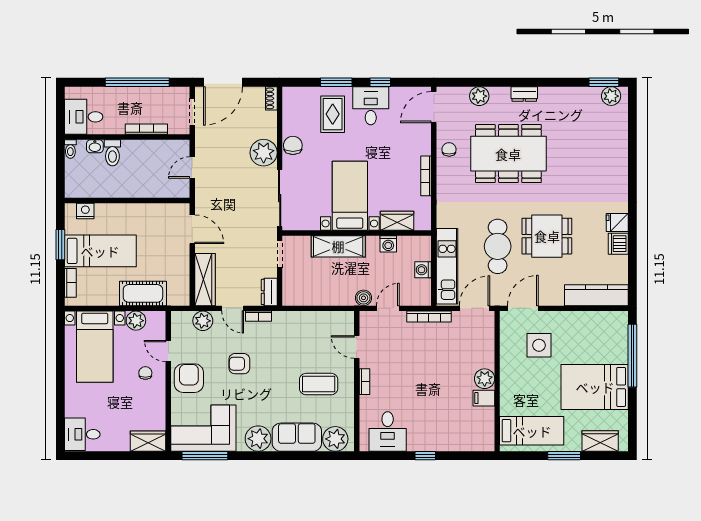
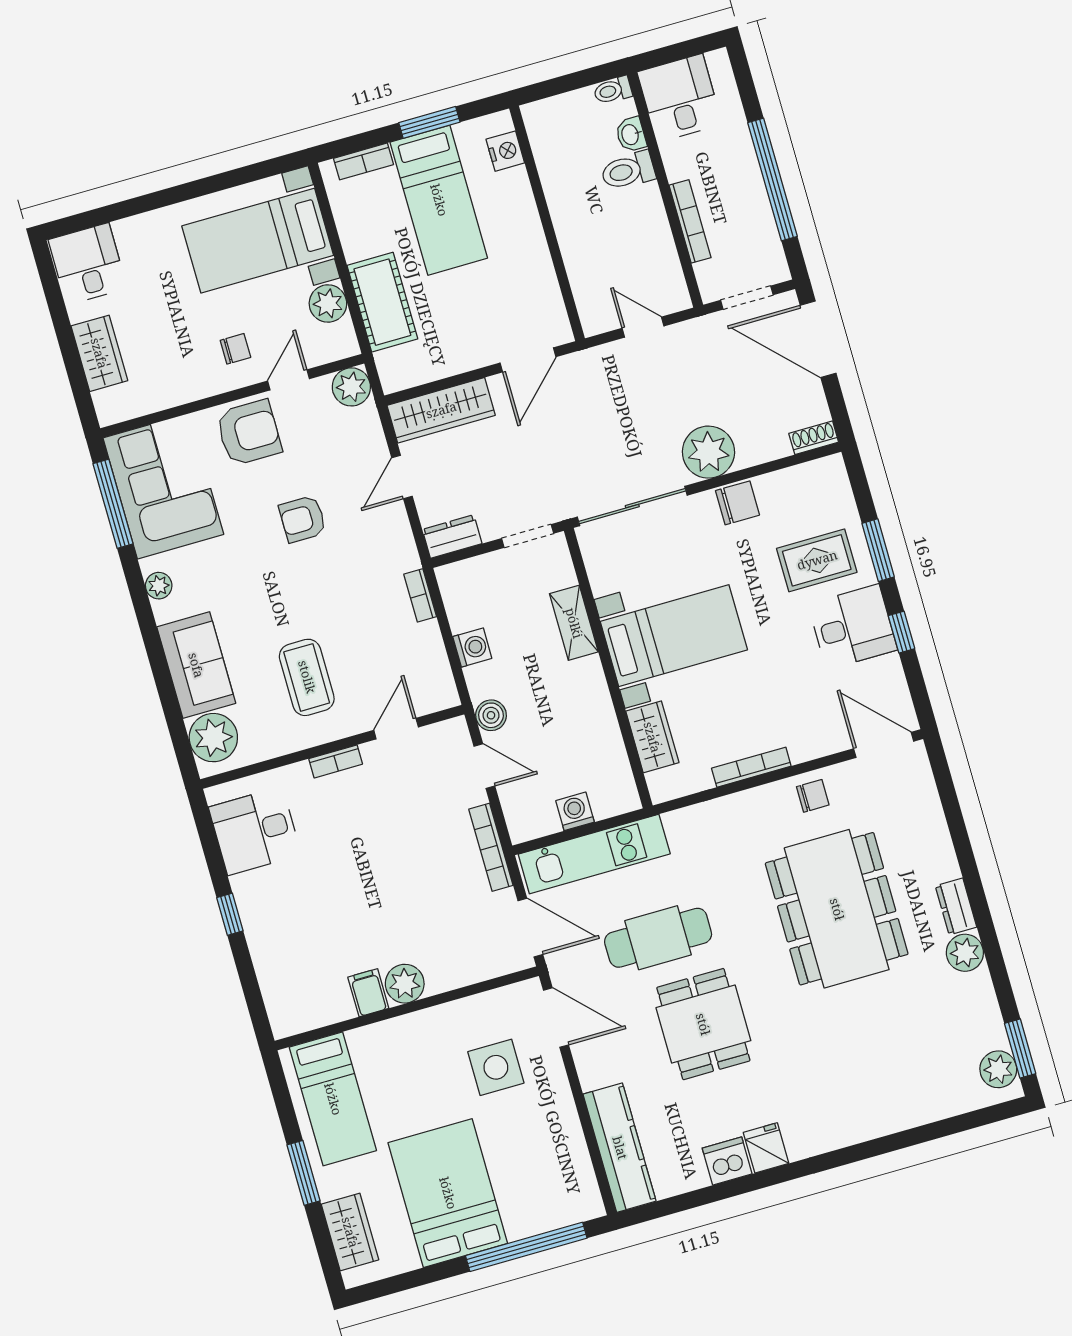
plant: (479, 96) -> (965, 953), moved
washing machine: (388, 244) -> (472, 647), moved, turned 180
shelving: (338, 246) -> (574, 623), width x0.67, depth x0.75
bookcase: (259, 316) -> (420, 595), moved
plant: (203, 321) -> (351, 387), moved
armchair: (239, 364) -> (303, 519), turned -90
plant: (258, 439) -> (159, 586), width x0.53, depth x0.53
wardrobe: (148, 441) -> (99, 353), moved

